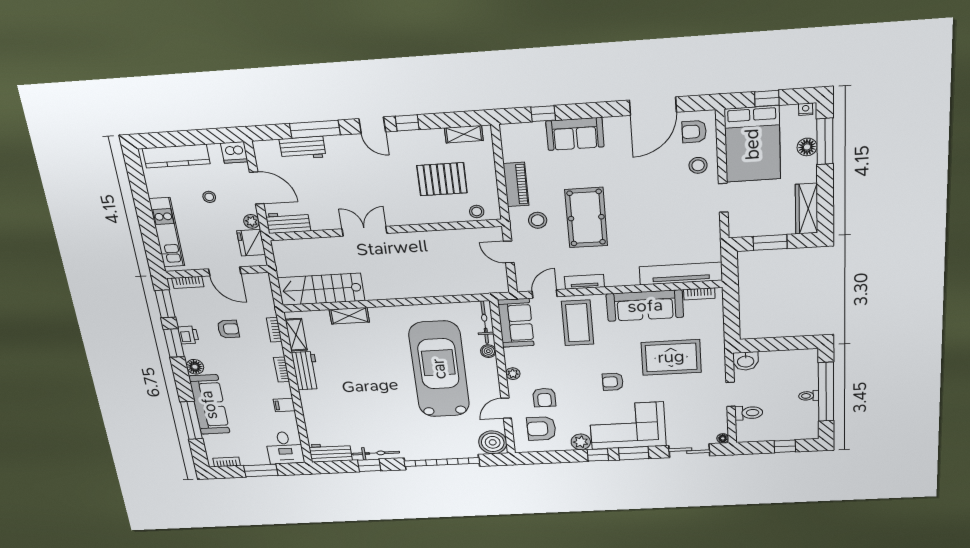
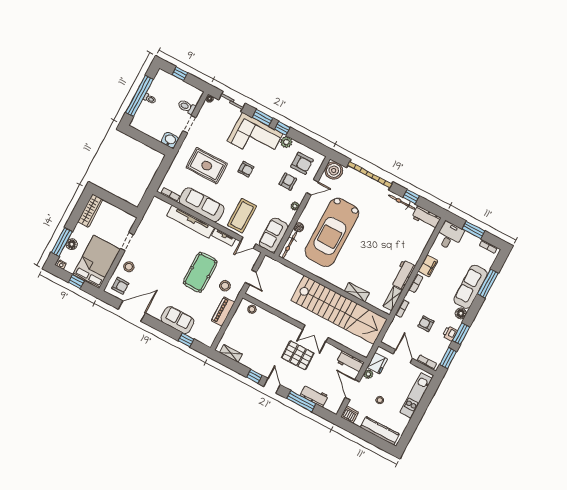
pallet: (442, 179) -> (298, 355), moved
window: (770, 242) -> (118, 203), removed
tv unit: (681, 274) -> (191, 222), moved
stairs: (321, 289) -> (339, 310), width x1.86, depth x1.51
filing cabinet: (284, 405) -> (428, 266), width x2.00

